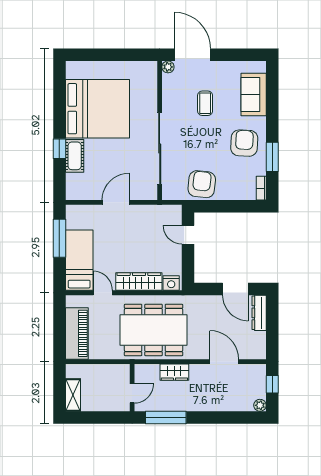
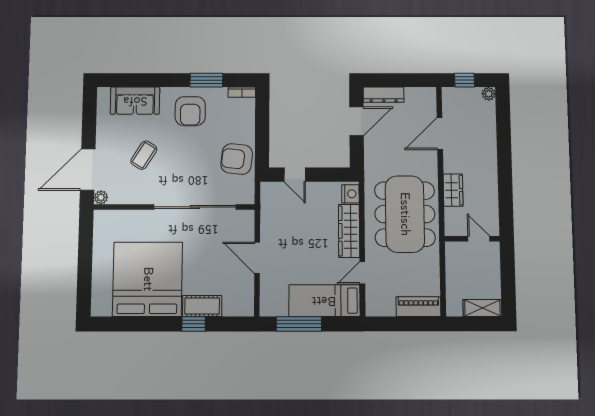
coffee table: (205, 103) -> (144, 155), turned -58
armchair: (244, 143) -> (190, 111), turned -93
door: (188, 235) -> (295, 175), hinge flipped
piano: (77, 333) -> (418, 307), width x0.73, depth x0.75
window: (166, 417) -> (506, 200), removed

